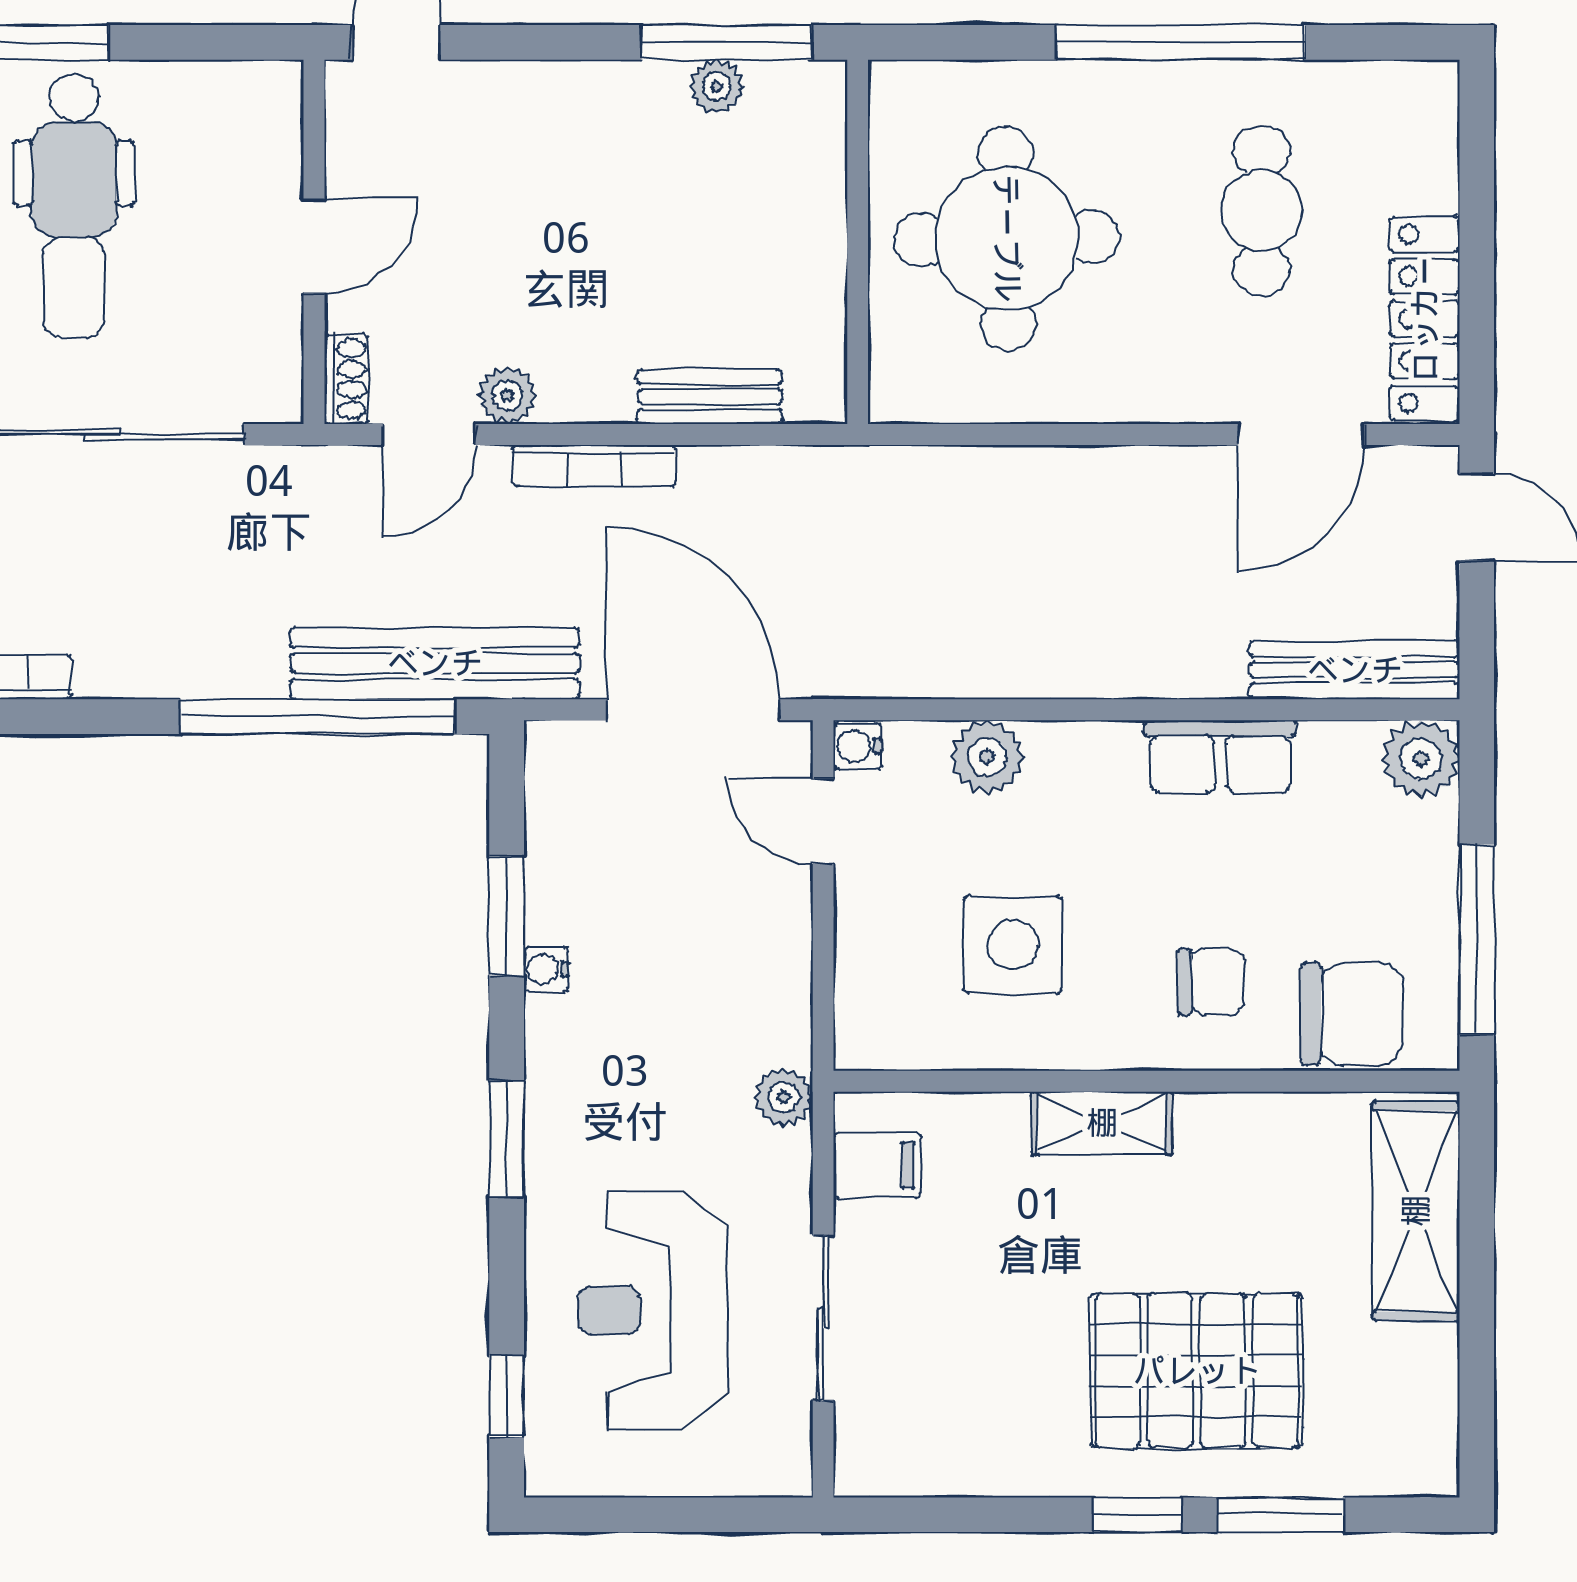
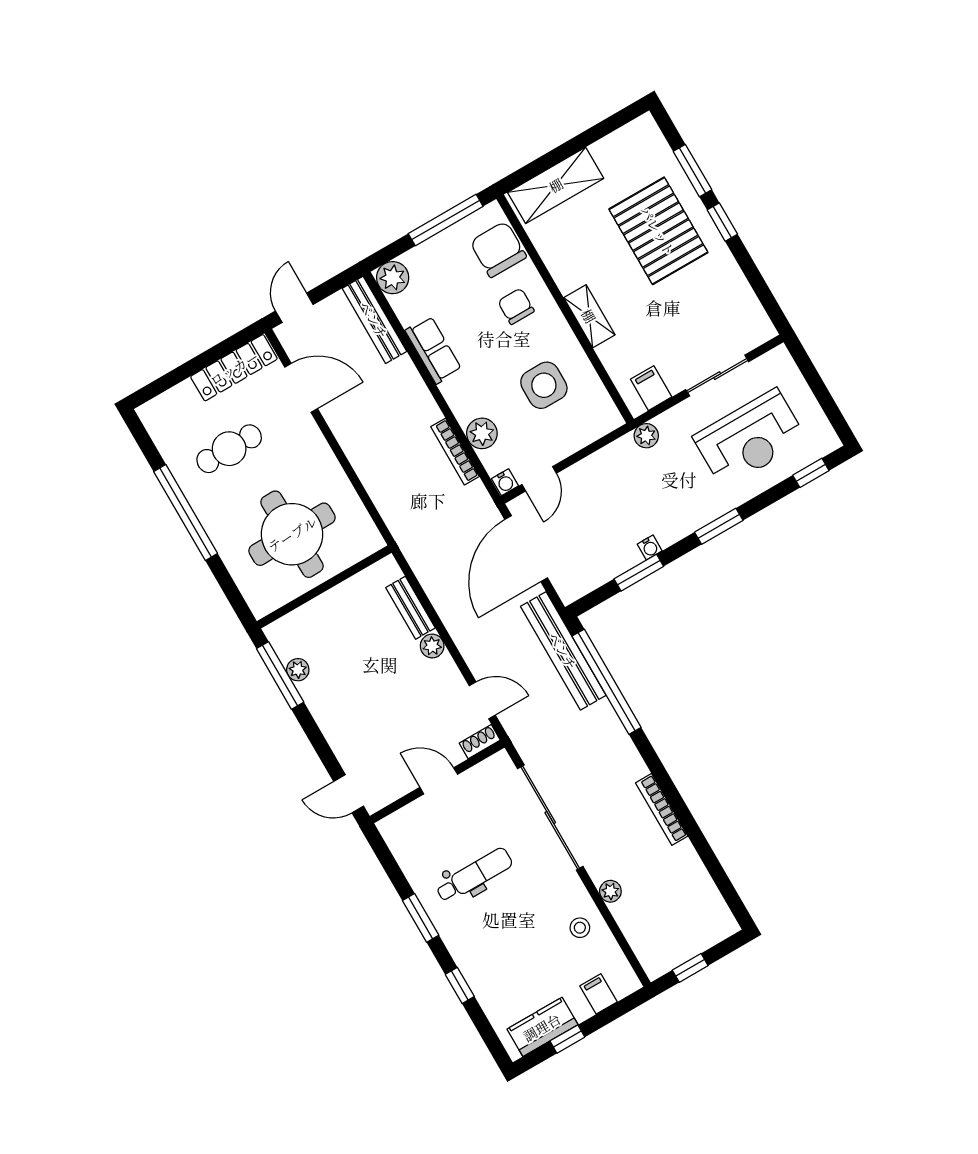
dental chair: (74, 206) -> (474, 875), width x0.73, depth x0.72
plant: (507, 396) -> (432, 646), moved
bookcase: (594, 466) -> (455, 452), moved, turned 180

